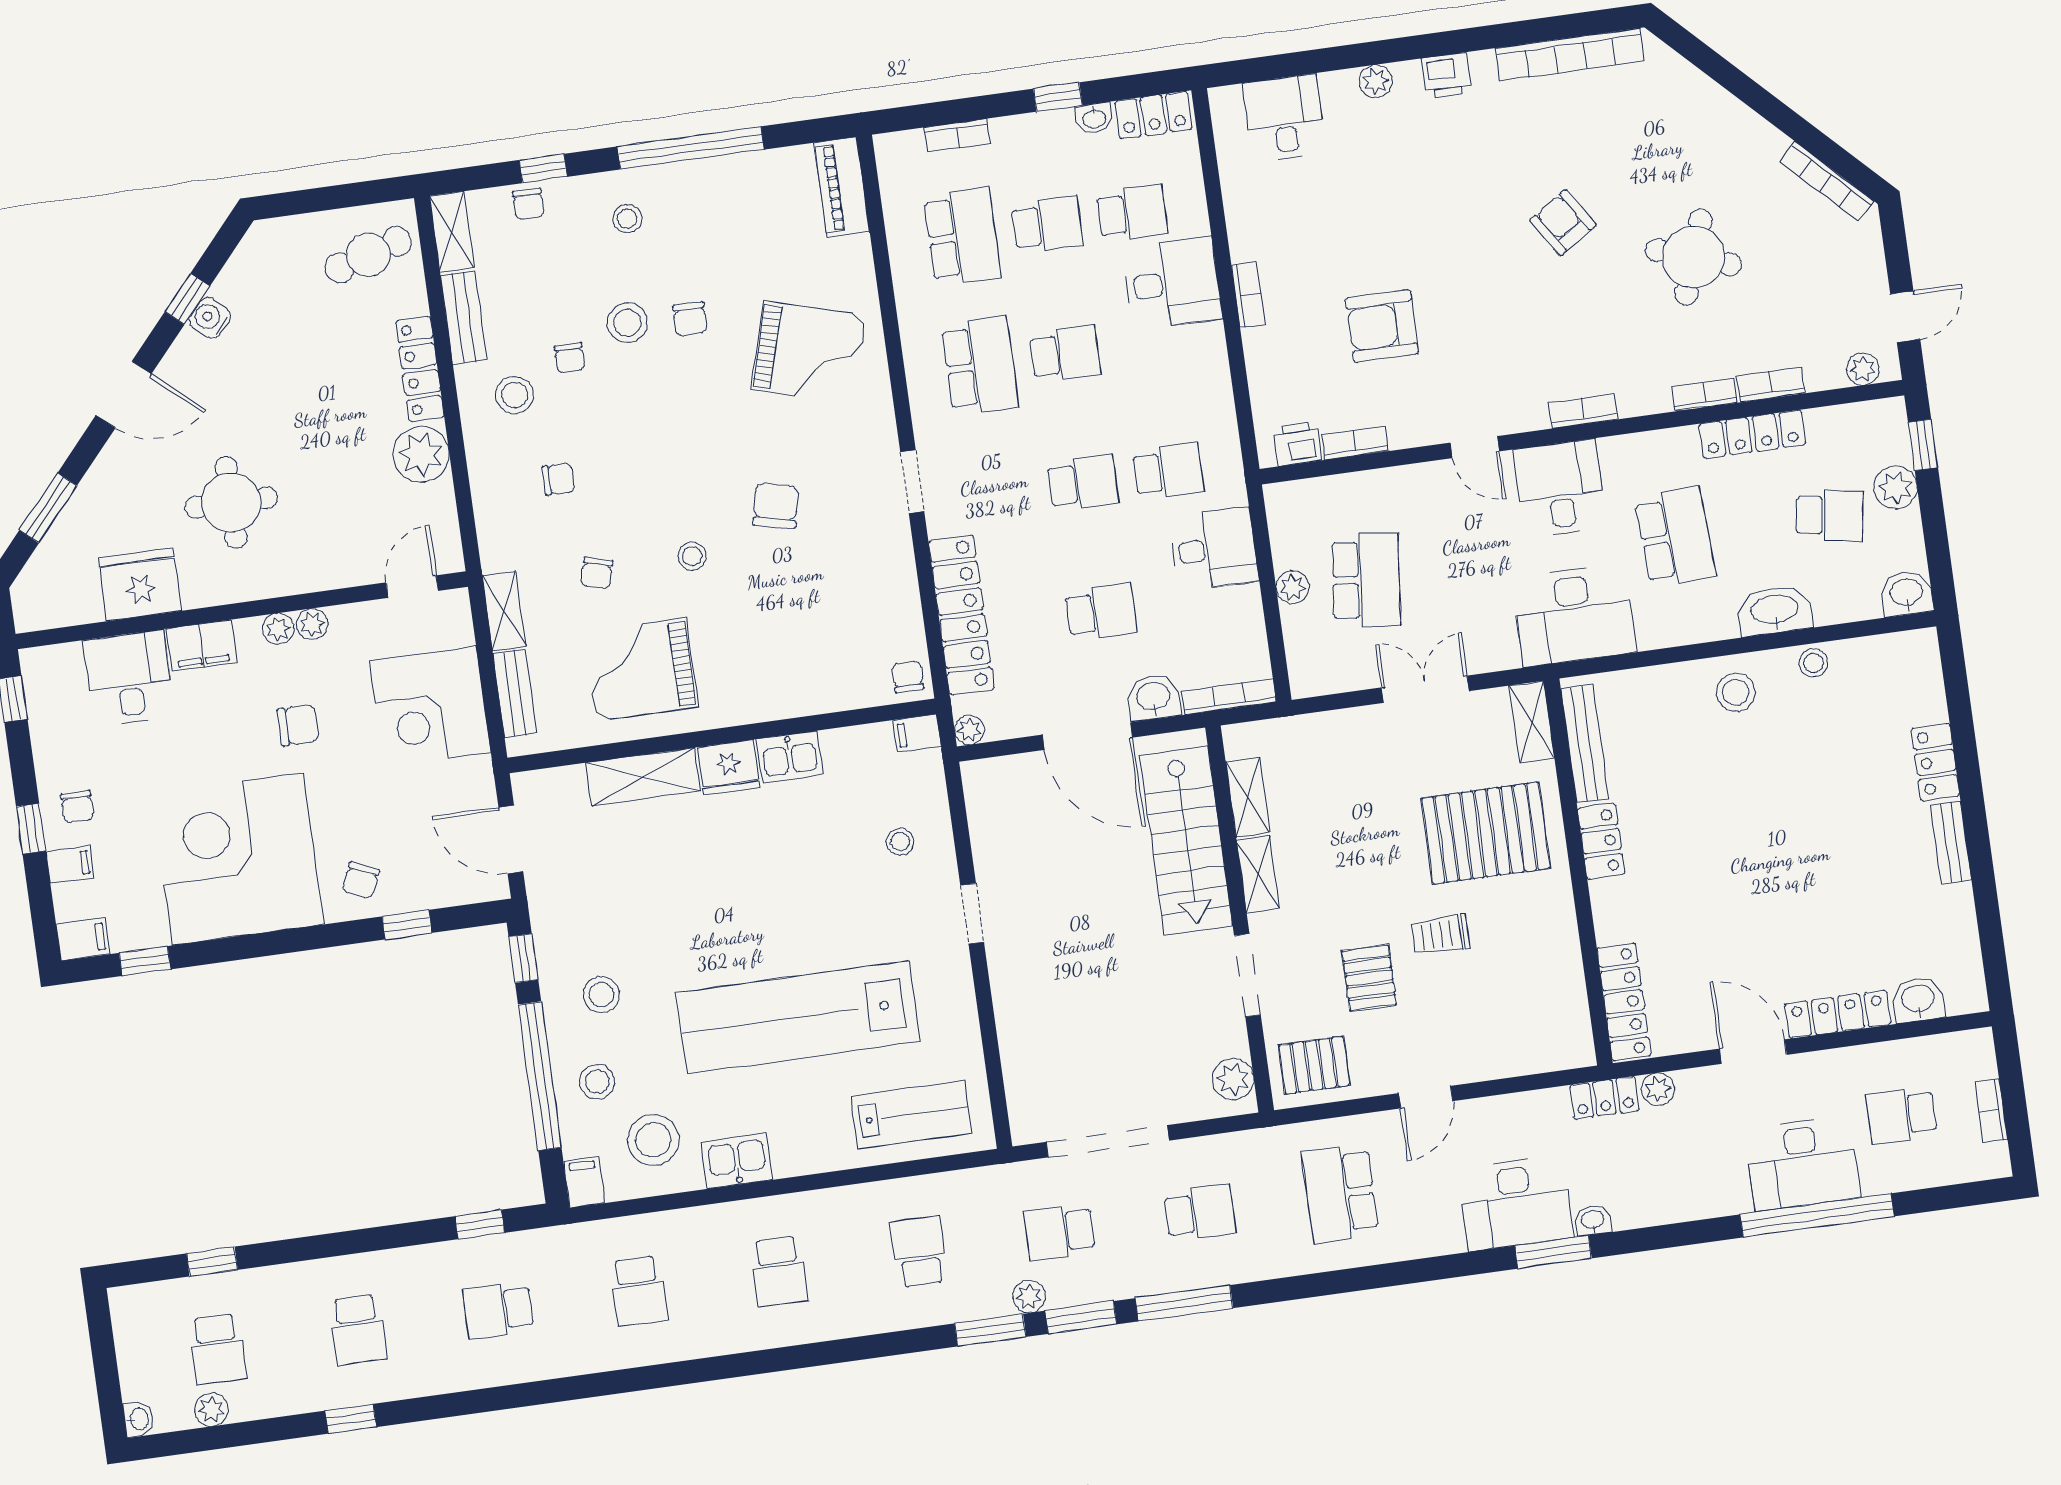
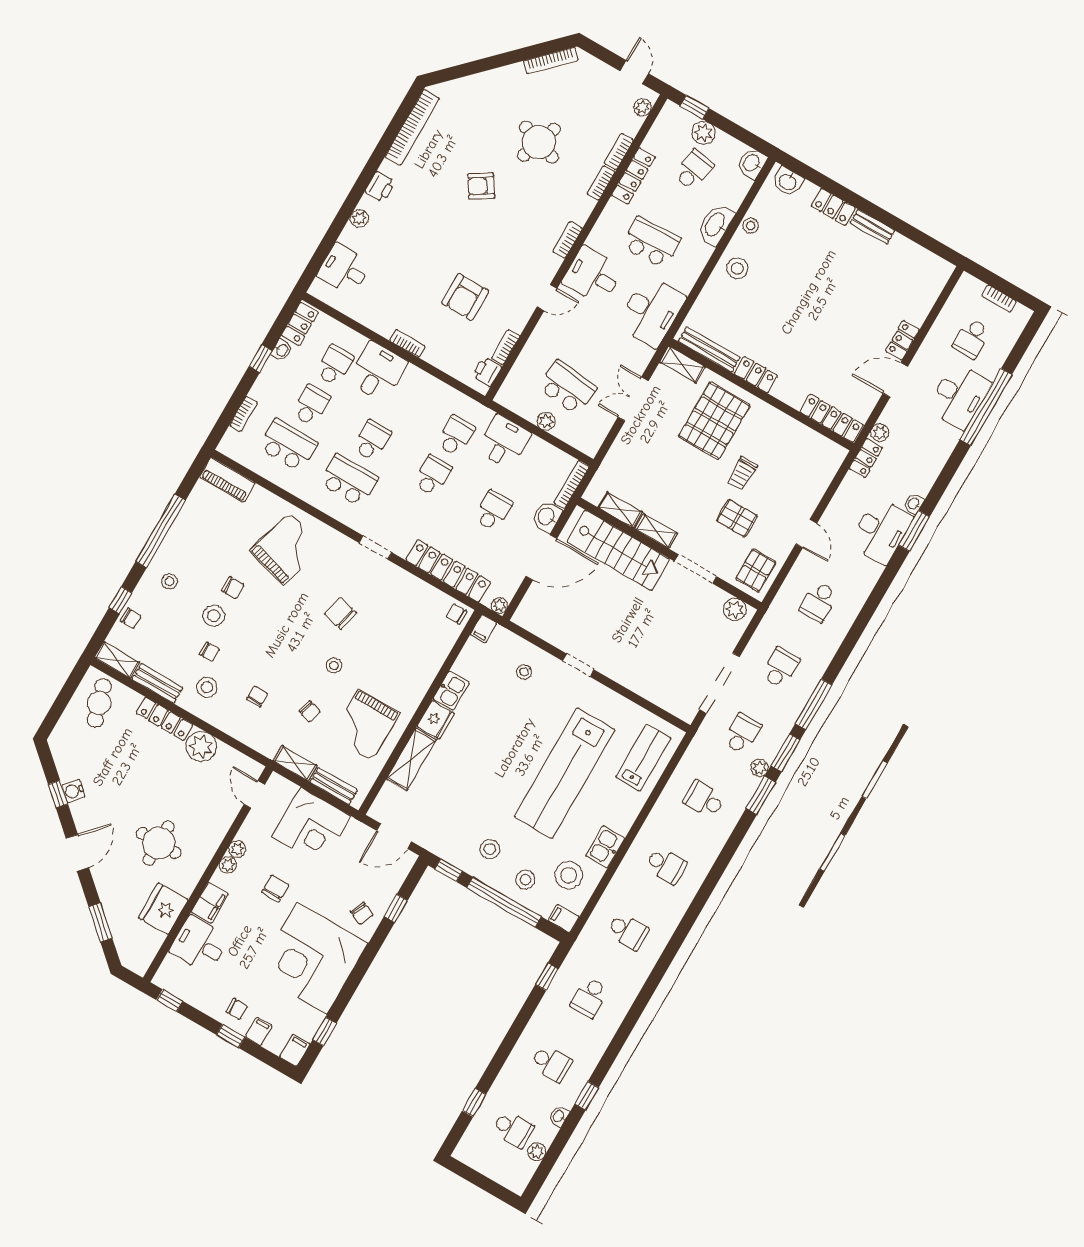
washbasin: (1918, 1000) -> (788, 182), moved, turned -90
locker: (1838, 1014) -> (903, 340), width x0.66
school desk: (1340, 1193) -> (819, 602), width x0.54
school desk: (1060, 1232) -> (742, 734), turned 180
washbasin: (139, 1419) -> (559, 1116), moved, turned -90

